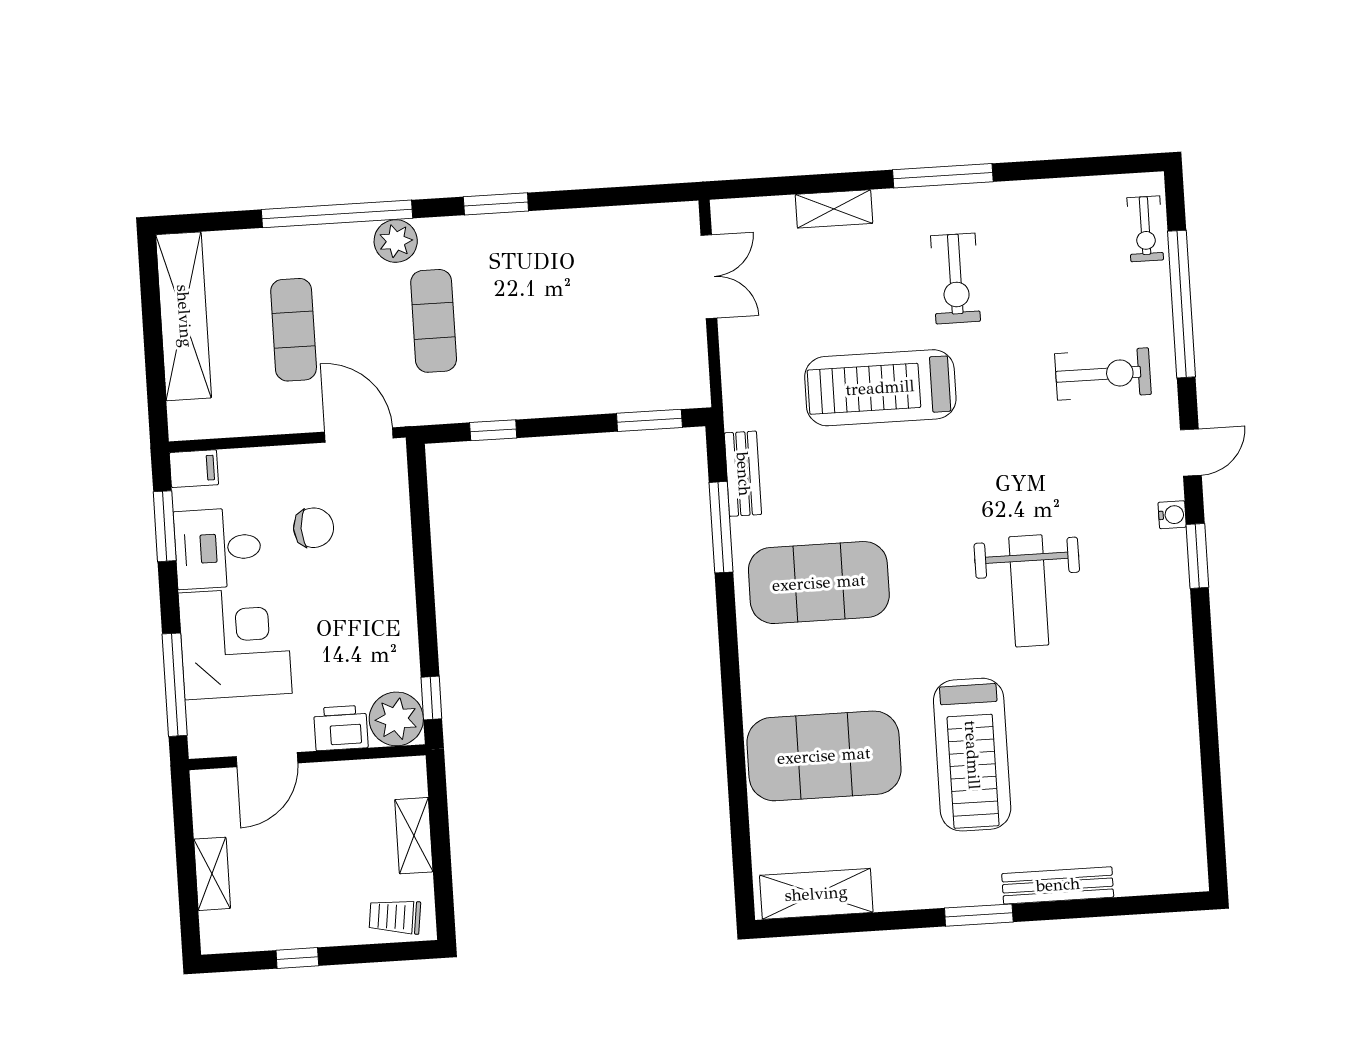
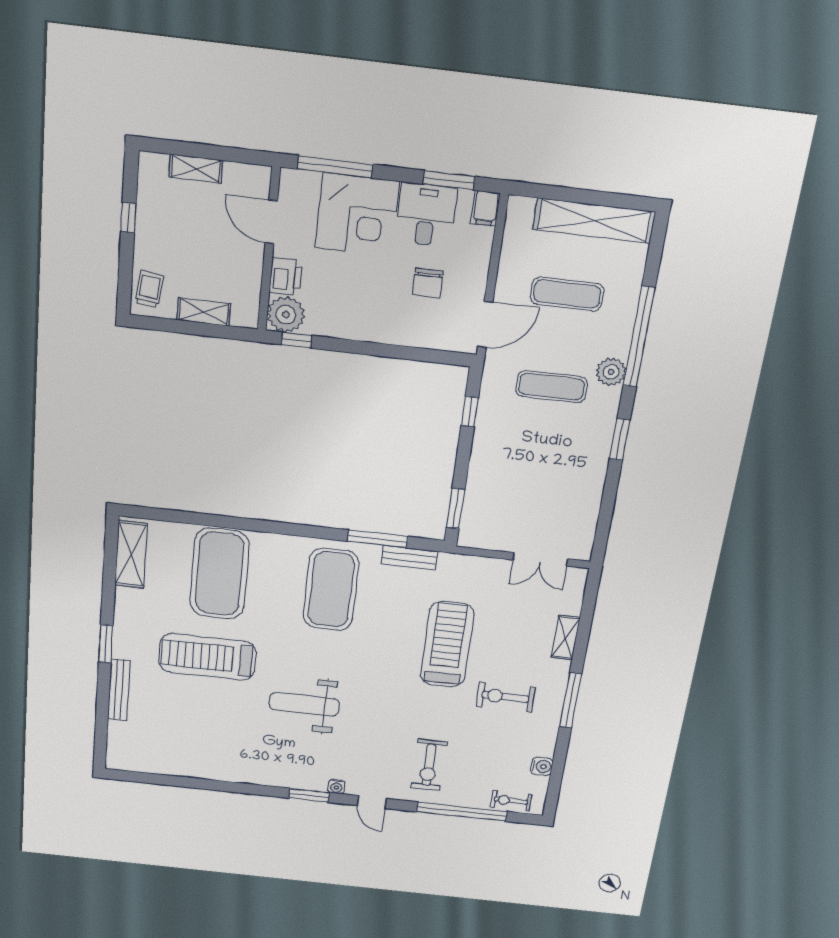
water cooler: (1071, 194) -> (542, 766), added

